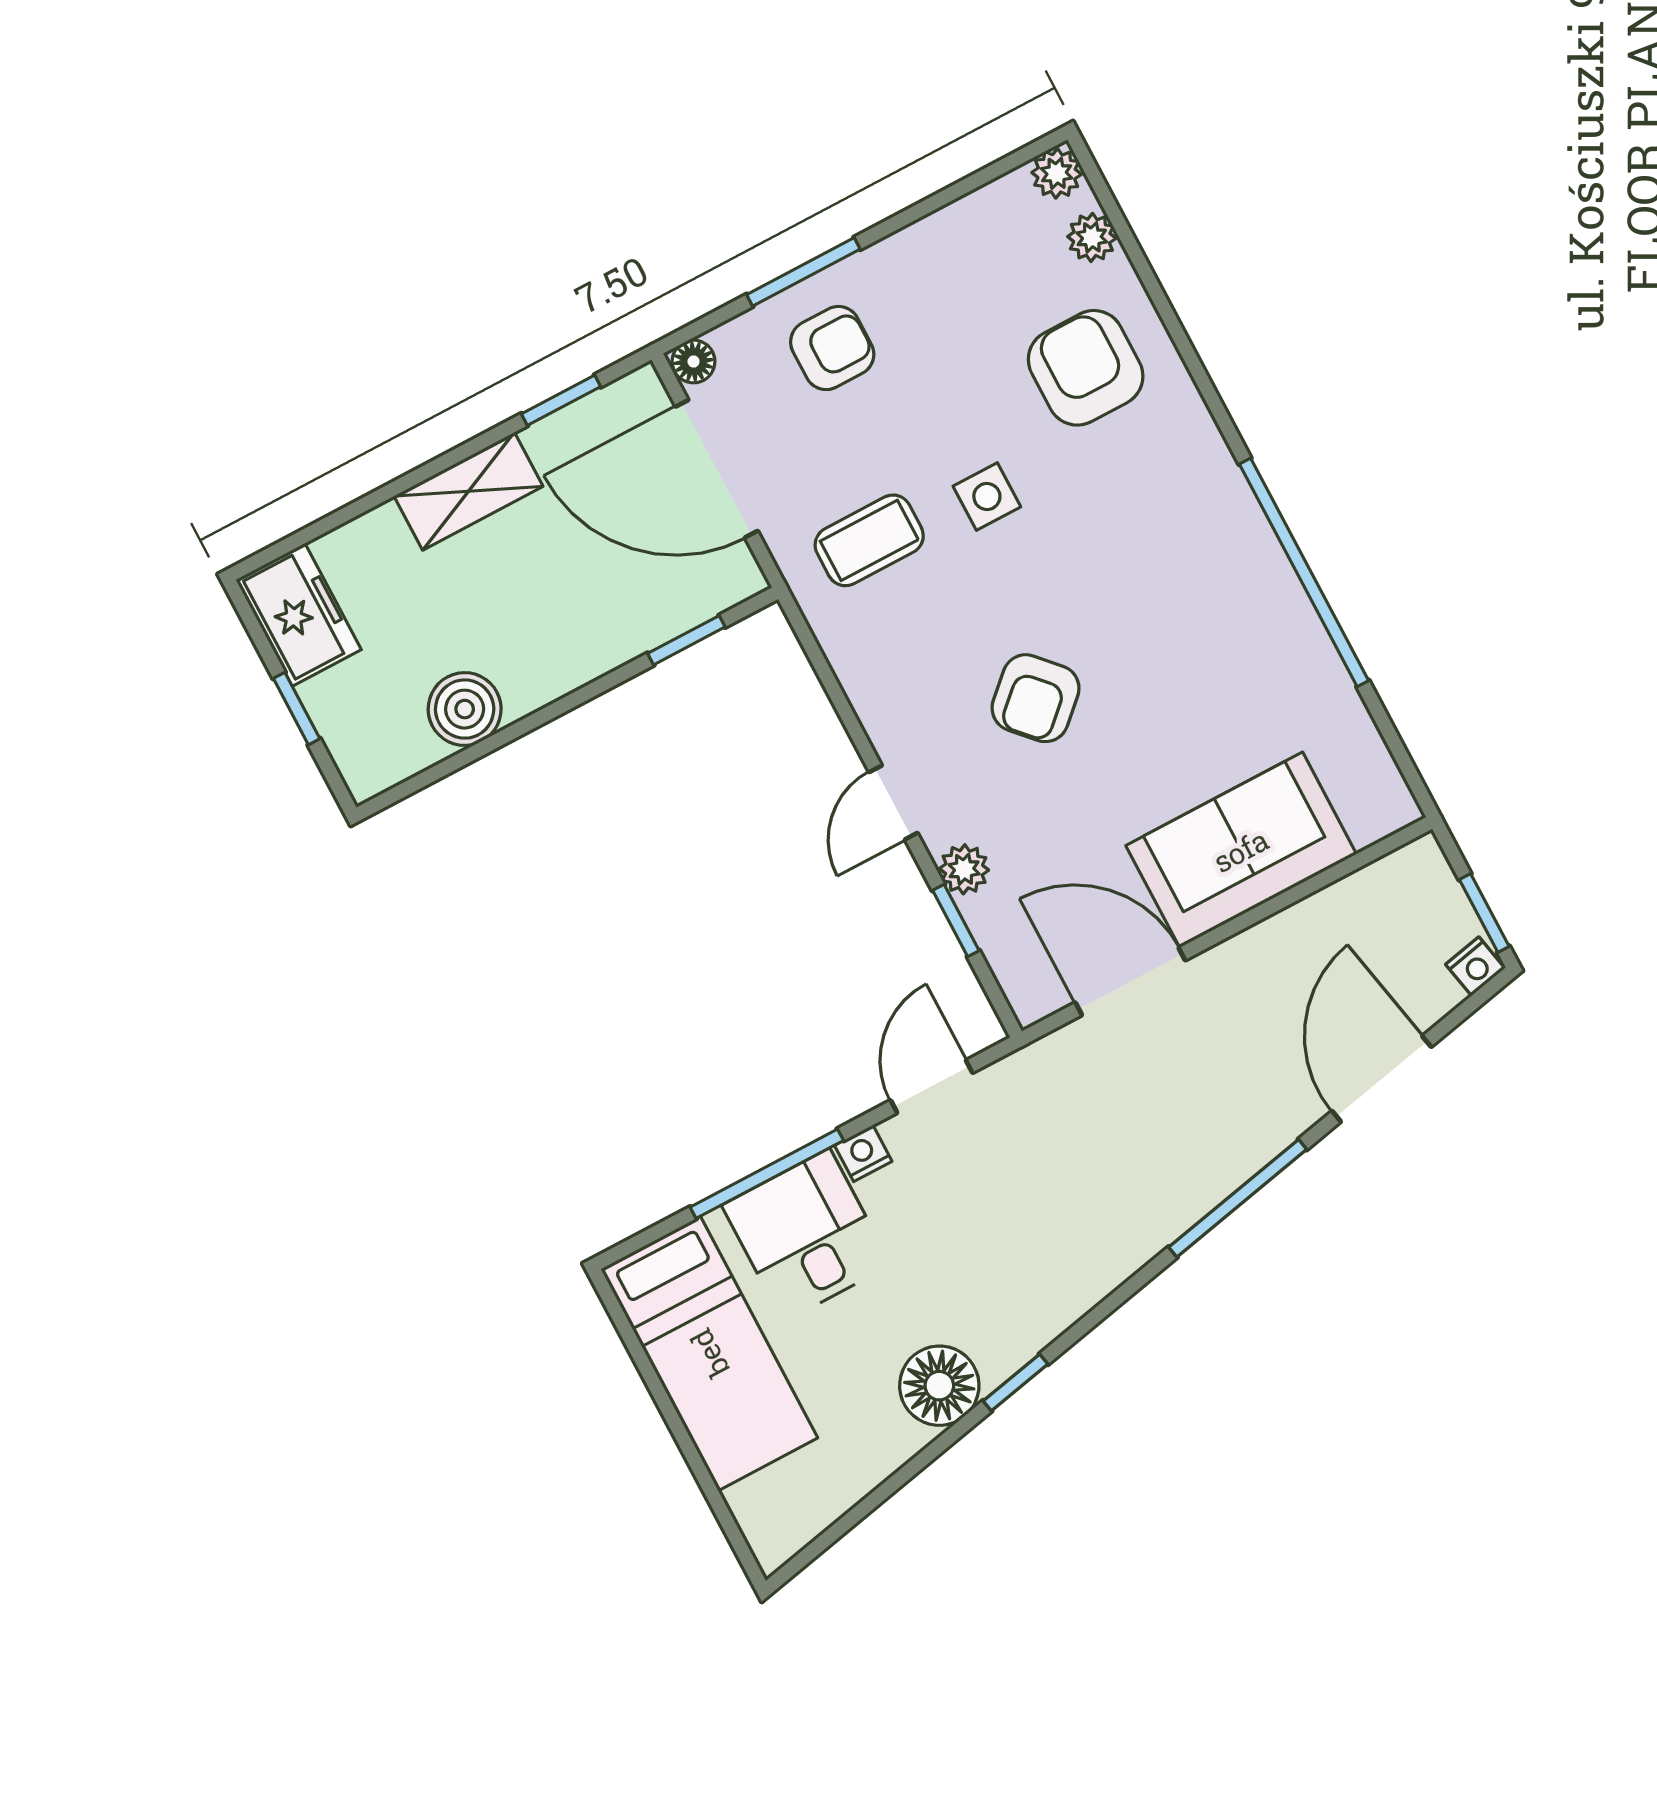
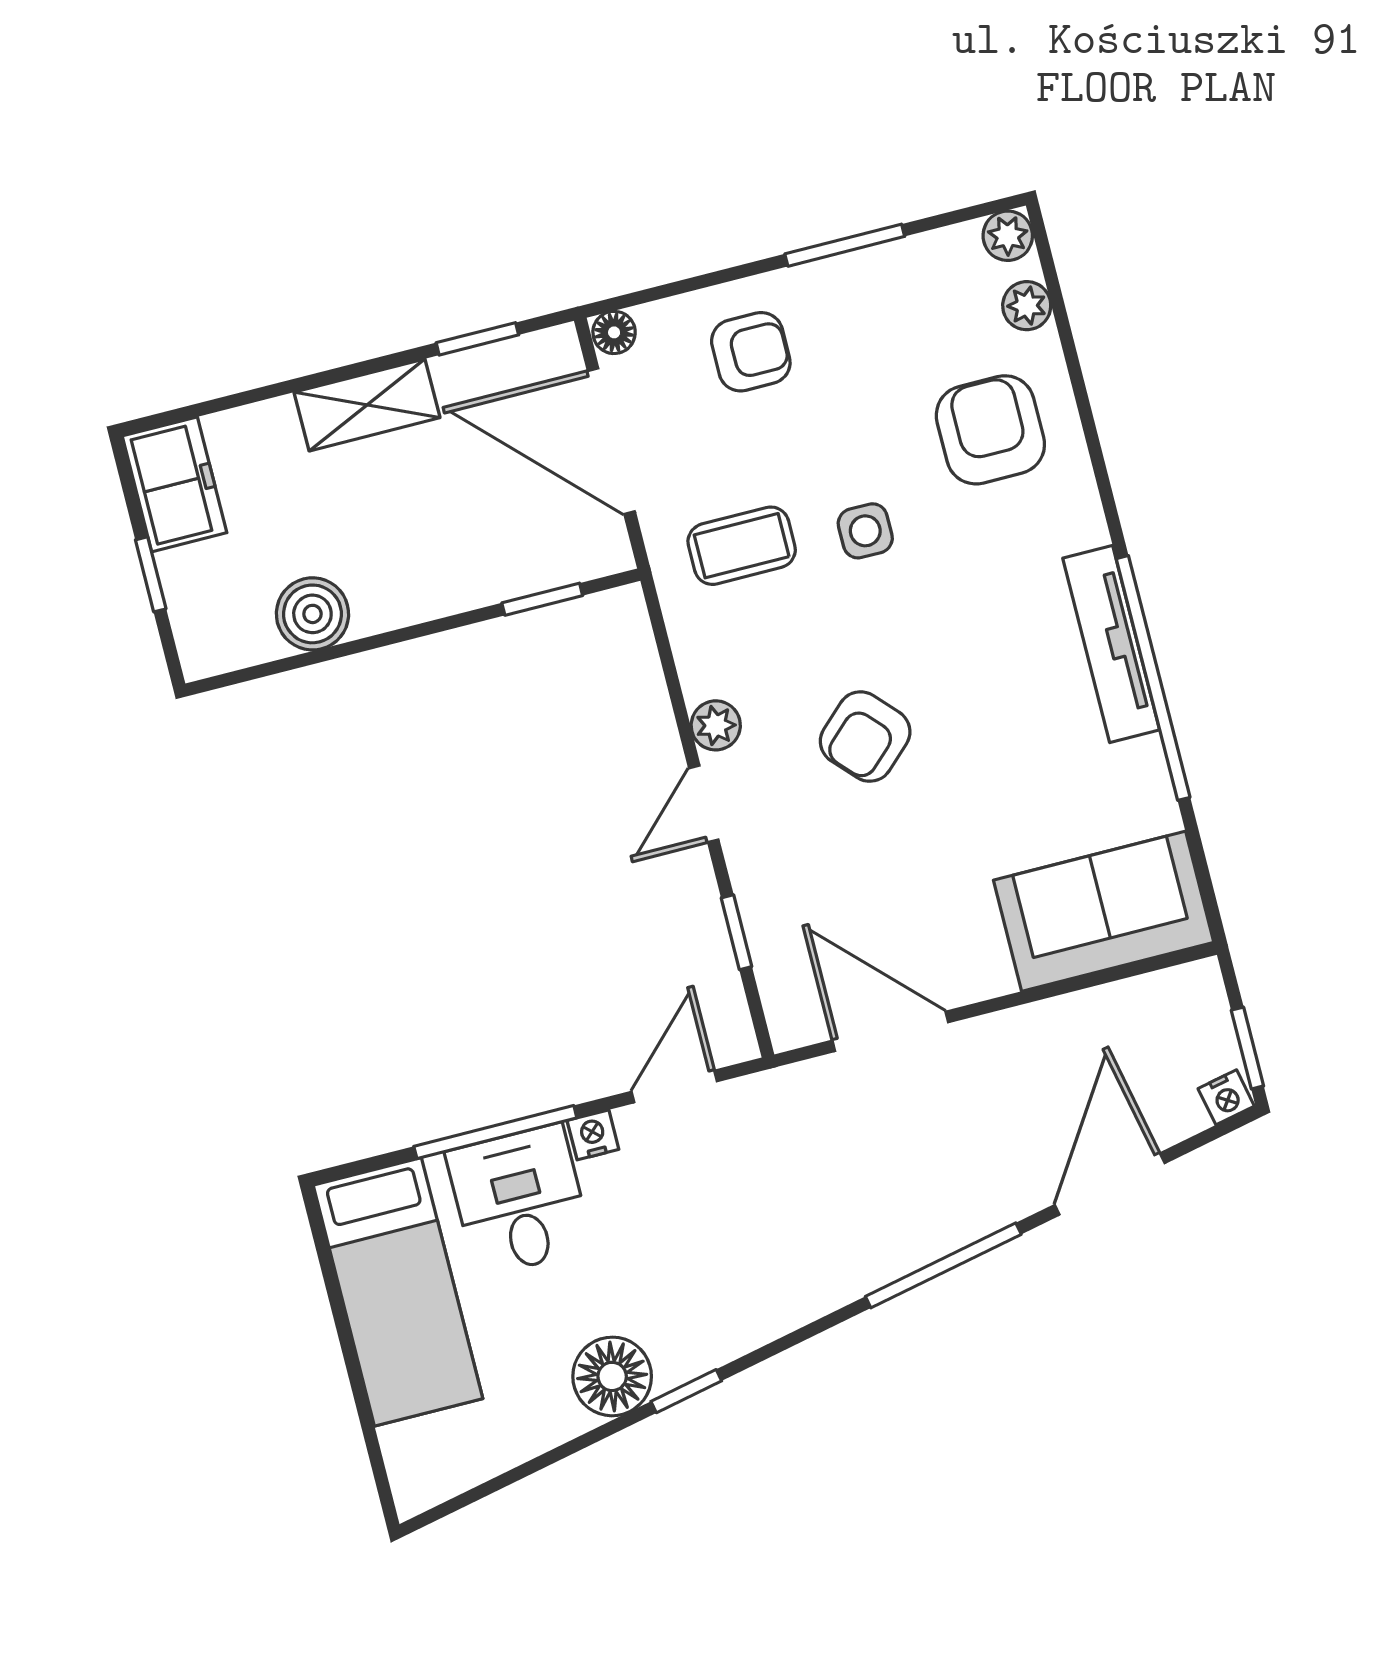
window: (803, 272) -> (845, 245), moved
tv unit: (1255, 549) -> (1111, 644), added
sofa: (1241, 850) -> (1104, 911), moved
plant: (964, 869) -> (716, 725), moved

